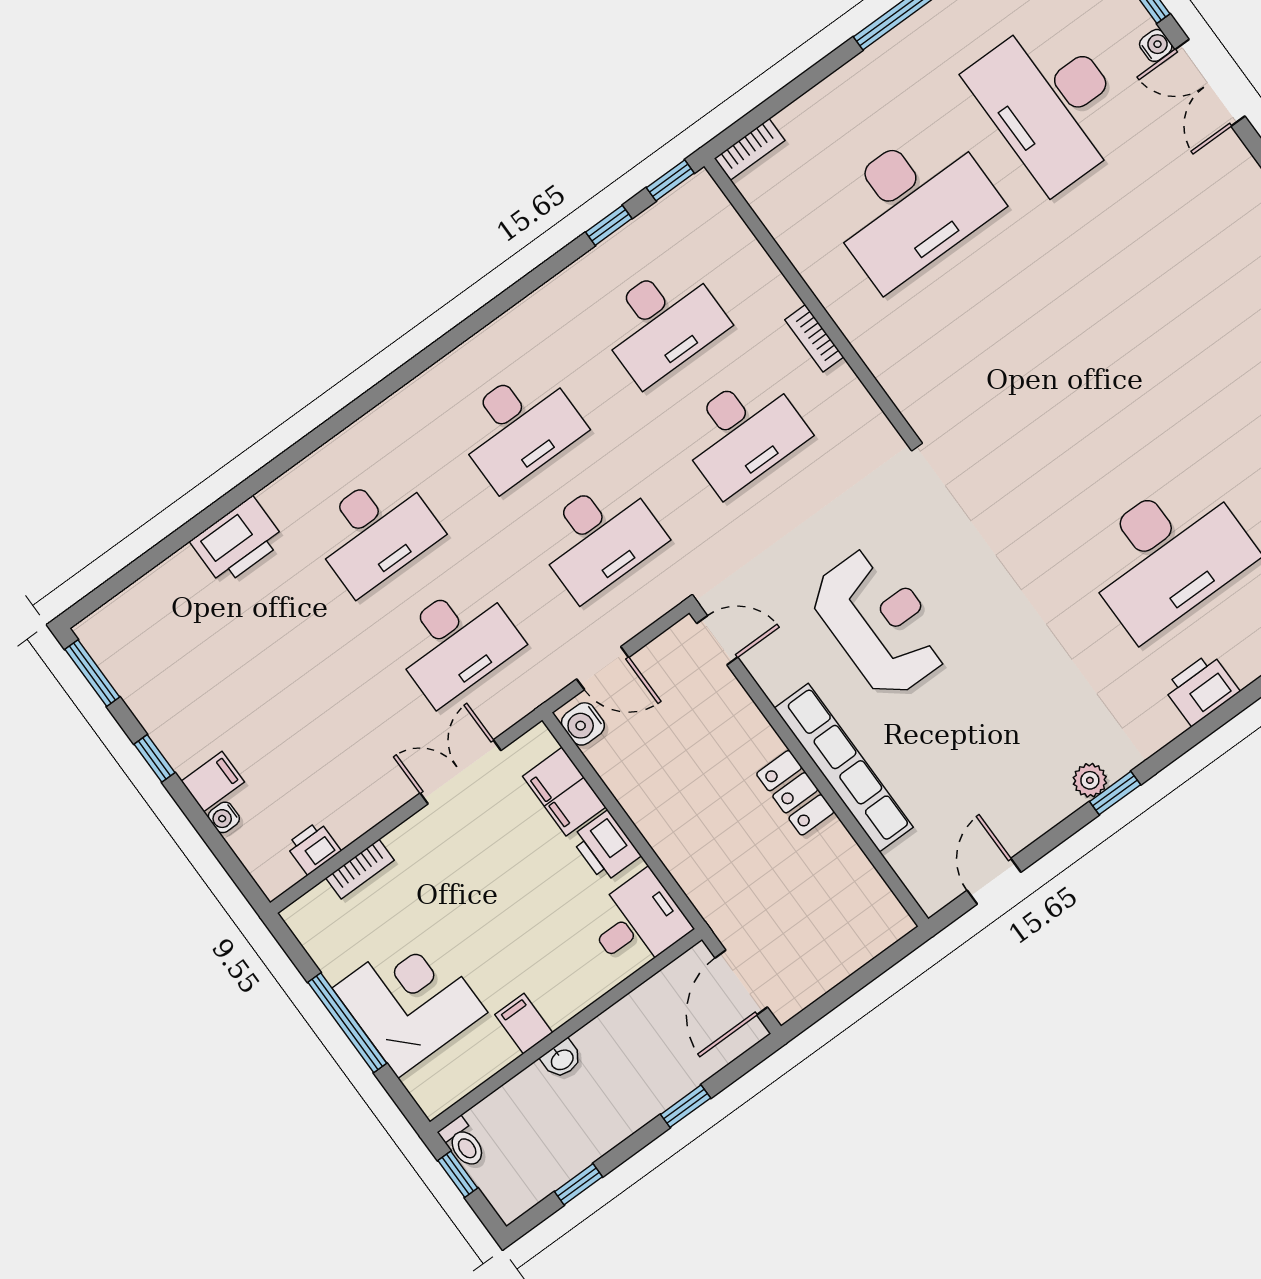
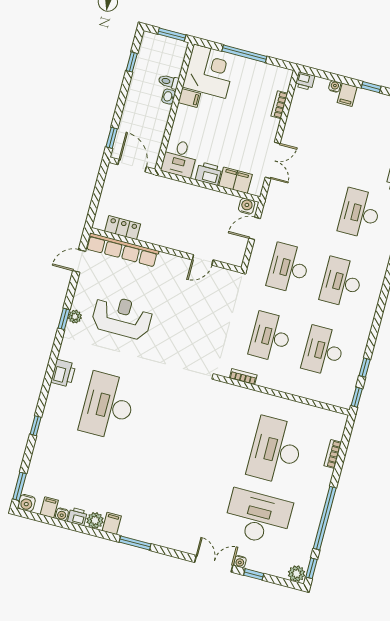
bookcase: (750, 149) -> (333, 454), moved
bookcase: (814, 338) -> (243, 377), moved
reception desk: (880, 622) -> (122, 317), moved, turned 180
door: (717, 640) -> (203, 260), moved
desk: (456, 642) -> (307, 199), removed
row of seats: (844, 768) -> (122, 250), moved
locker: (795, 793) -> (123, 228), moved
printer: (313, 848) -> (305, 81), moved, turned 90
door: (994, 881) -> (79, 261), swing flipped
corner desk: (410, 1000) -> (209, 71), moved, turned -90
window: (686, 1106) -> (112, 138), moved
toilet: (463, 1143) -> (169, 82), moved
window: (458, 1174) -> (172, 35), width x1.50

